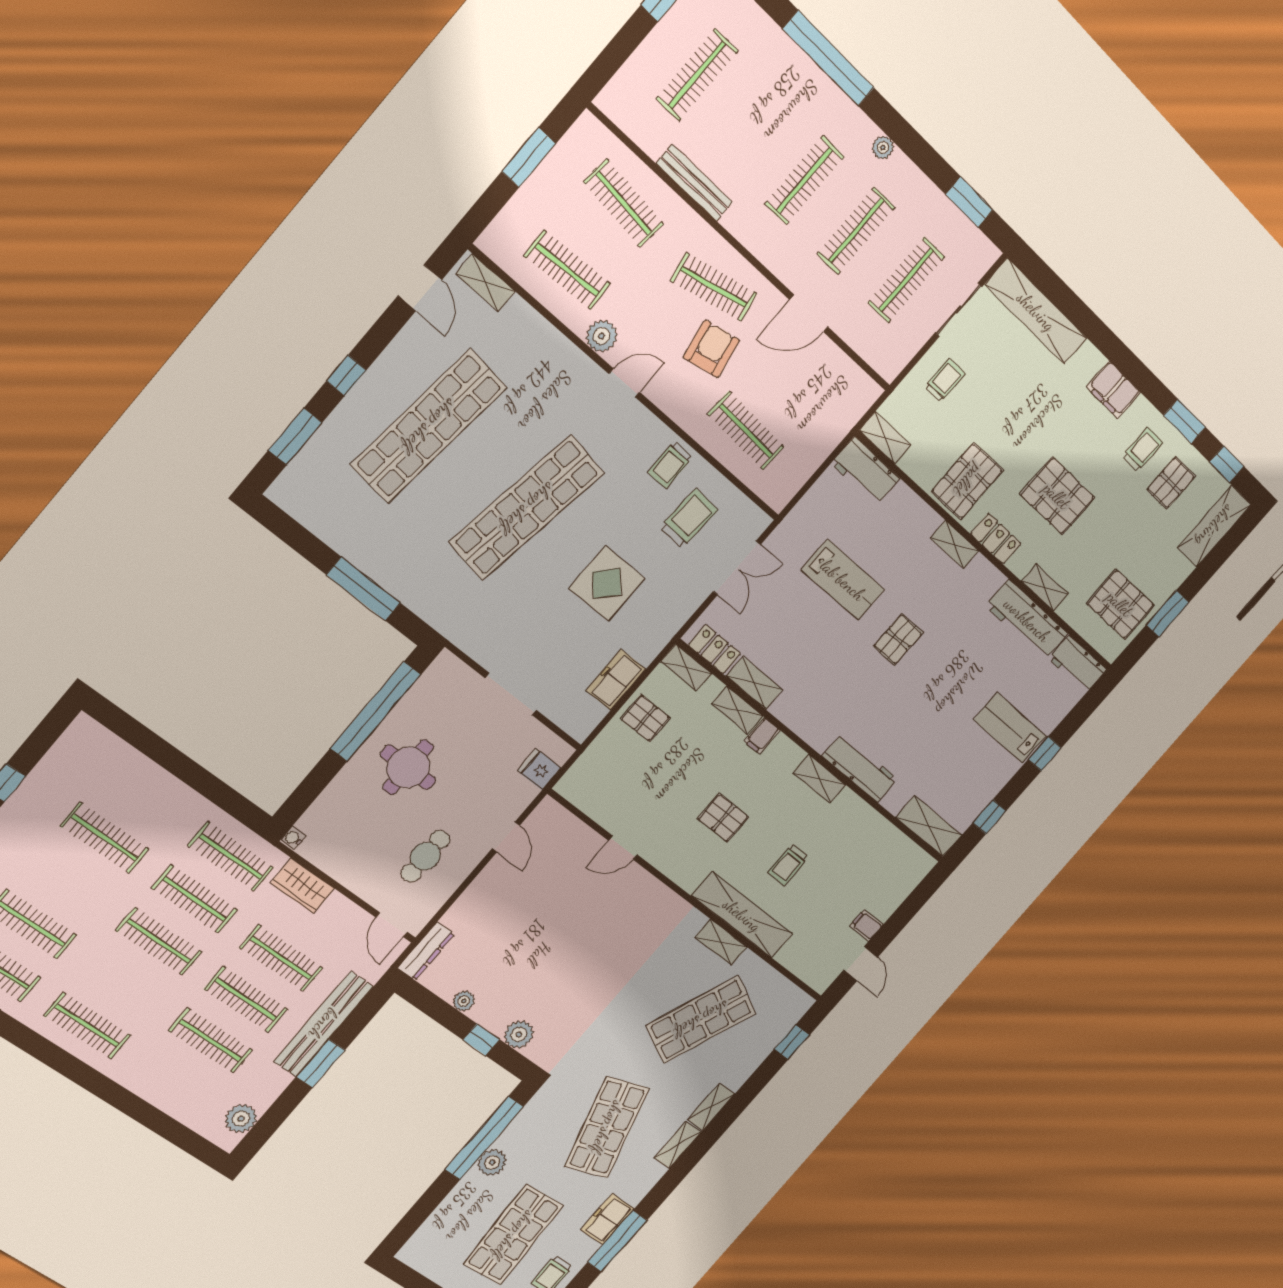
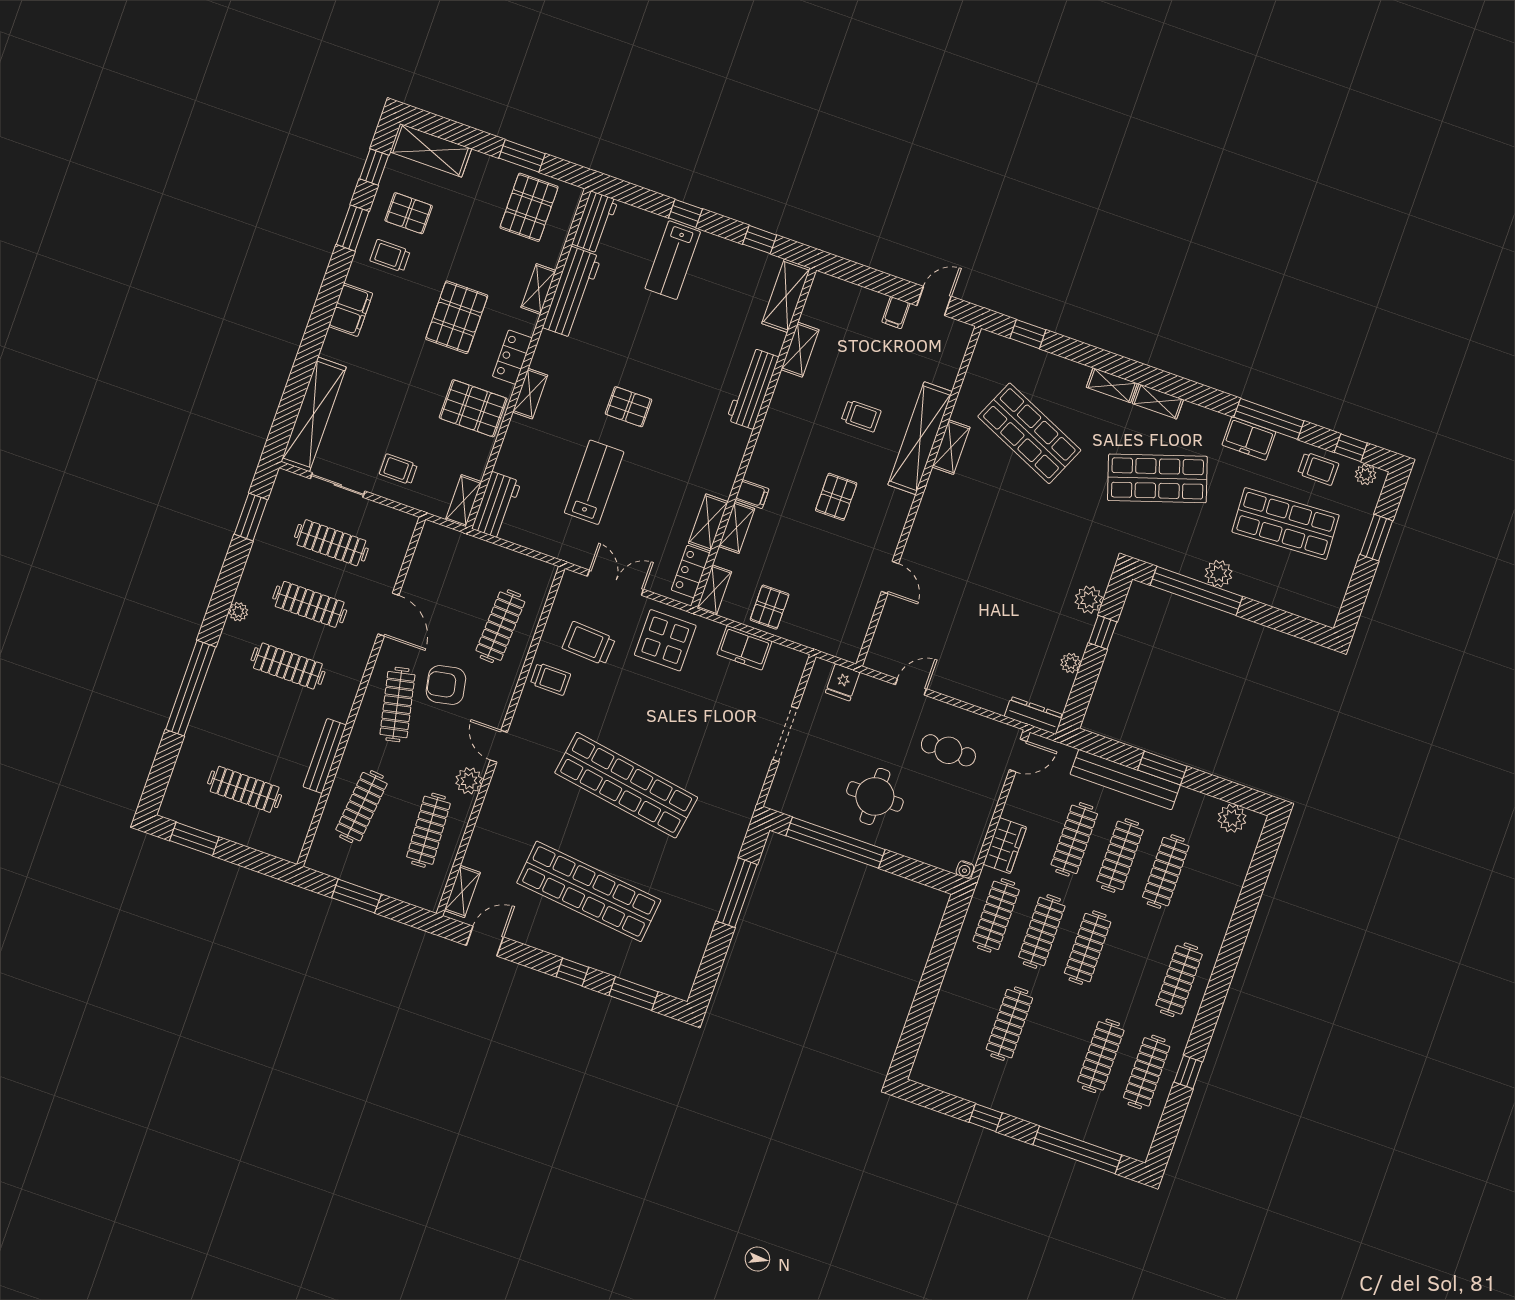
display table: (607, 583) -> (665, 640), moved
shelving: (819, 779) -> (800, 350), moved

